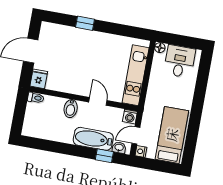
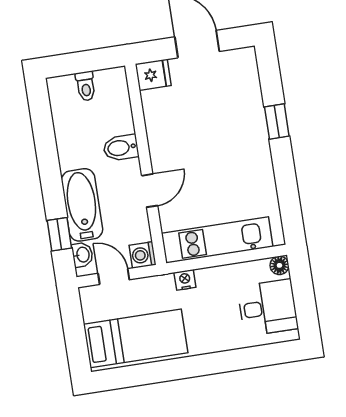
toilet: (36, 98) -> (86, 86), moved
nightstand: (141, 151) -> (185, 280), moved

